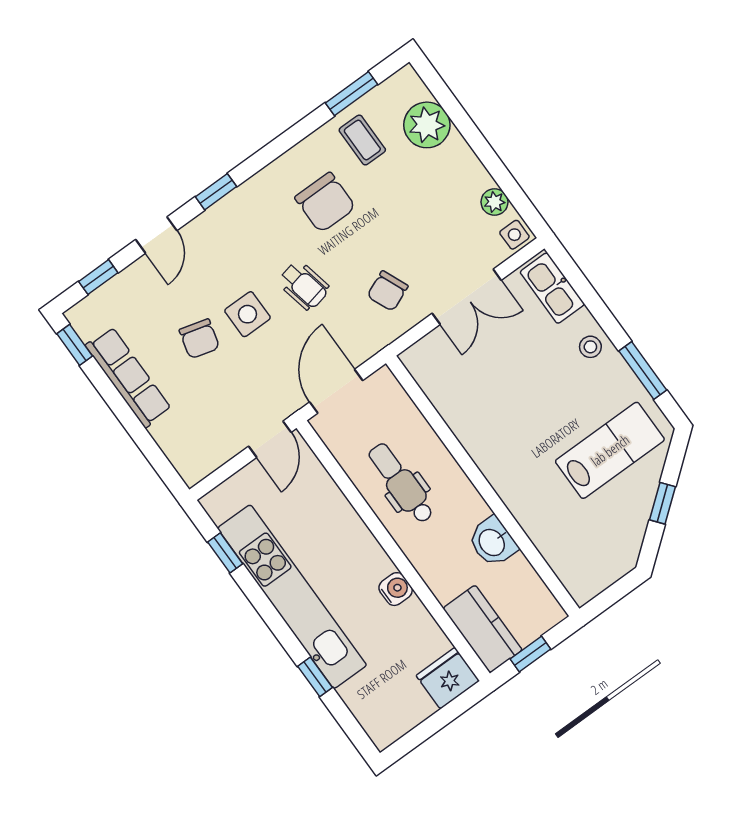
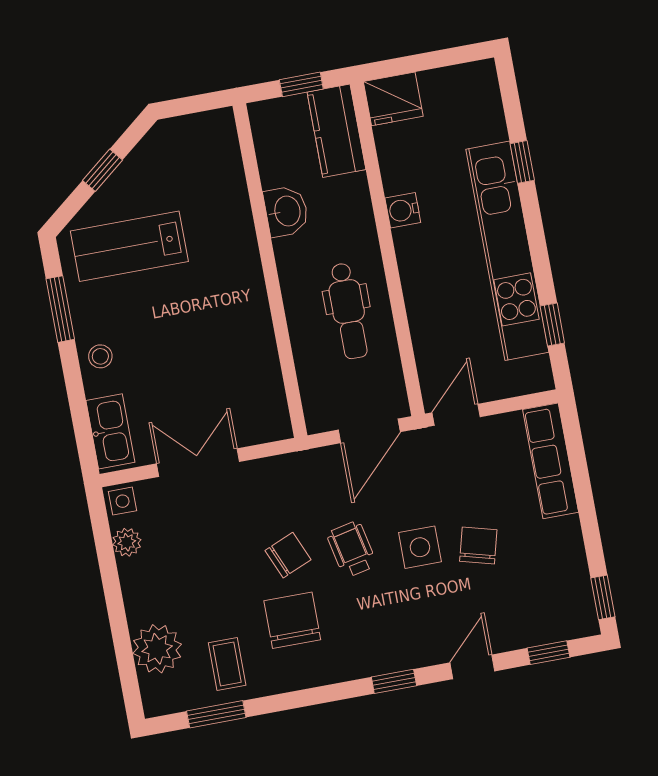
chair: (388, 291) -> (288, 555), moved
row of seats: (128, 377) -> (551, 461), moved

